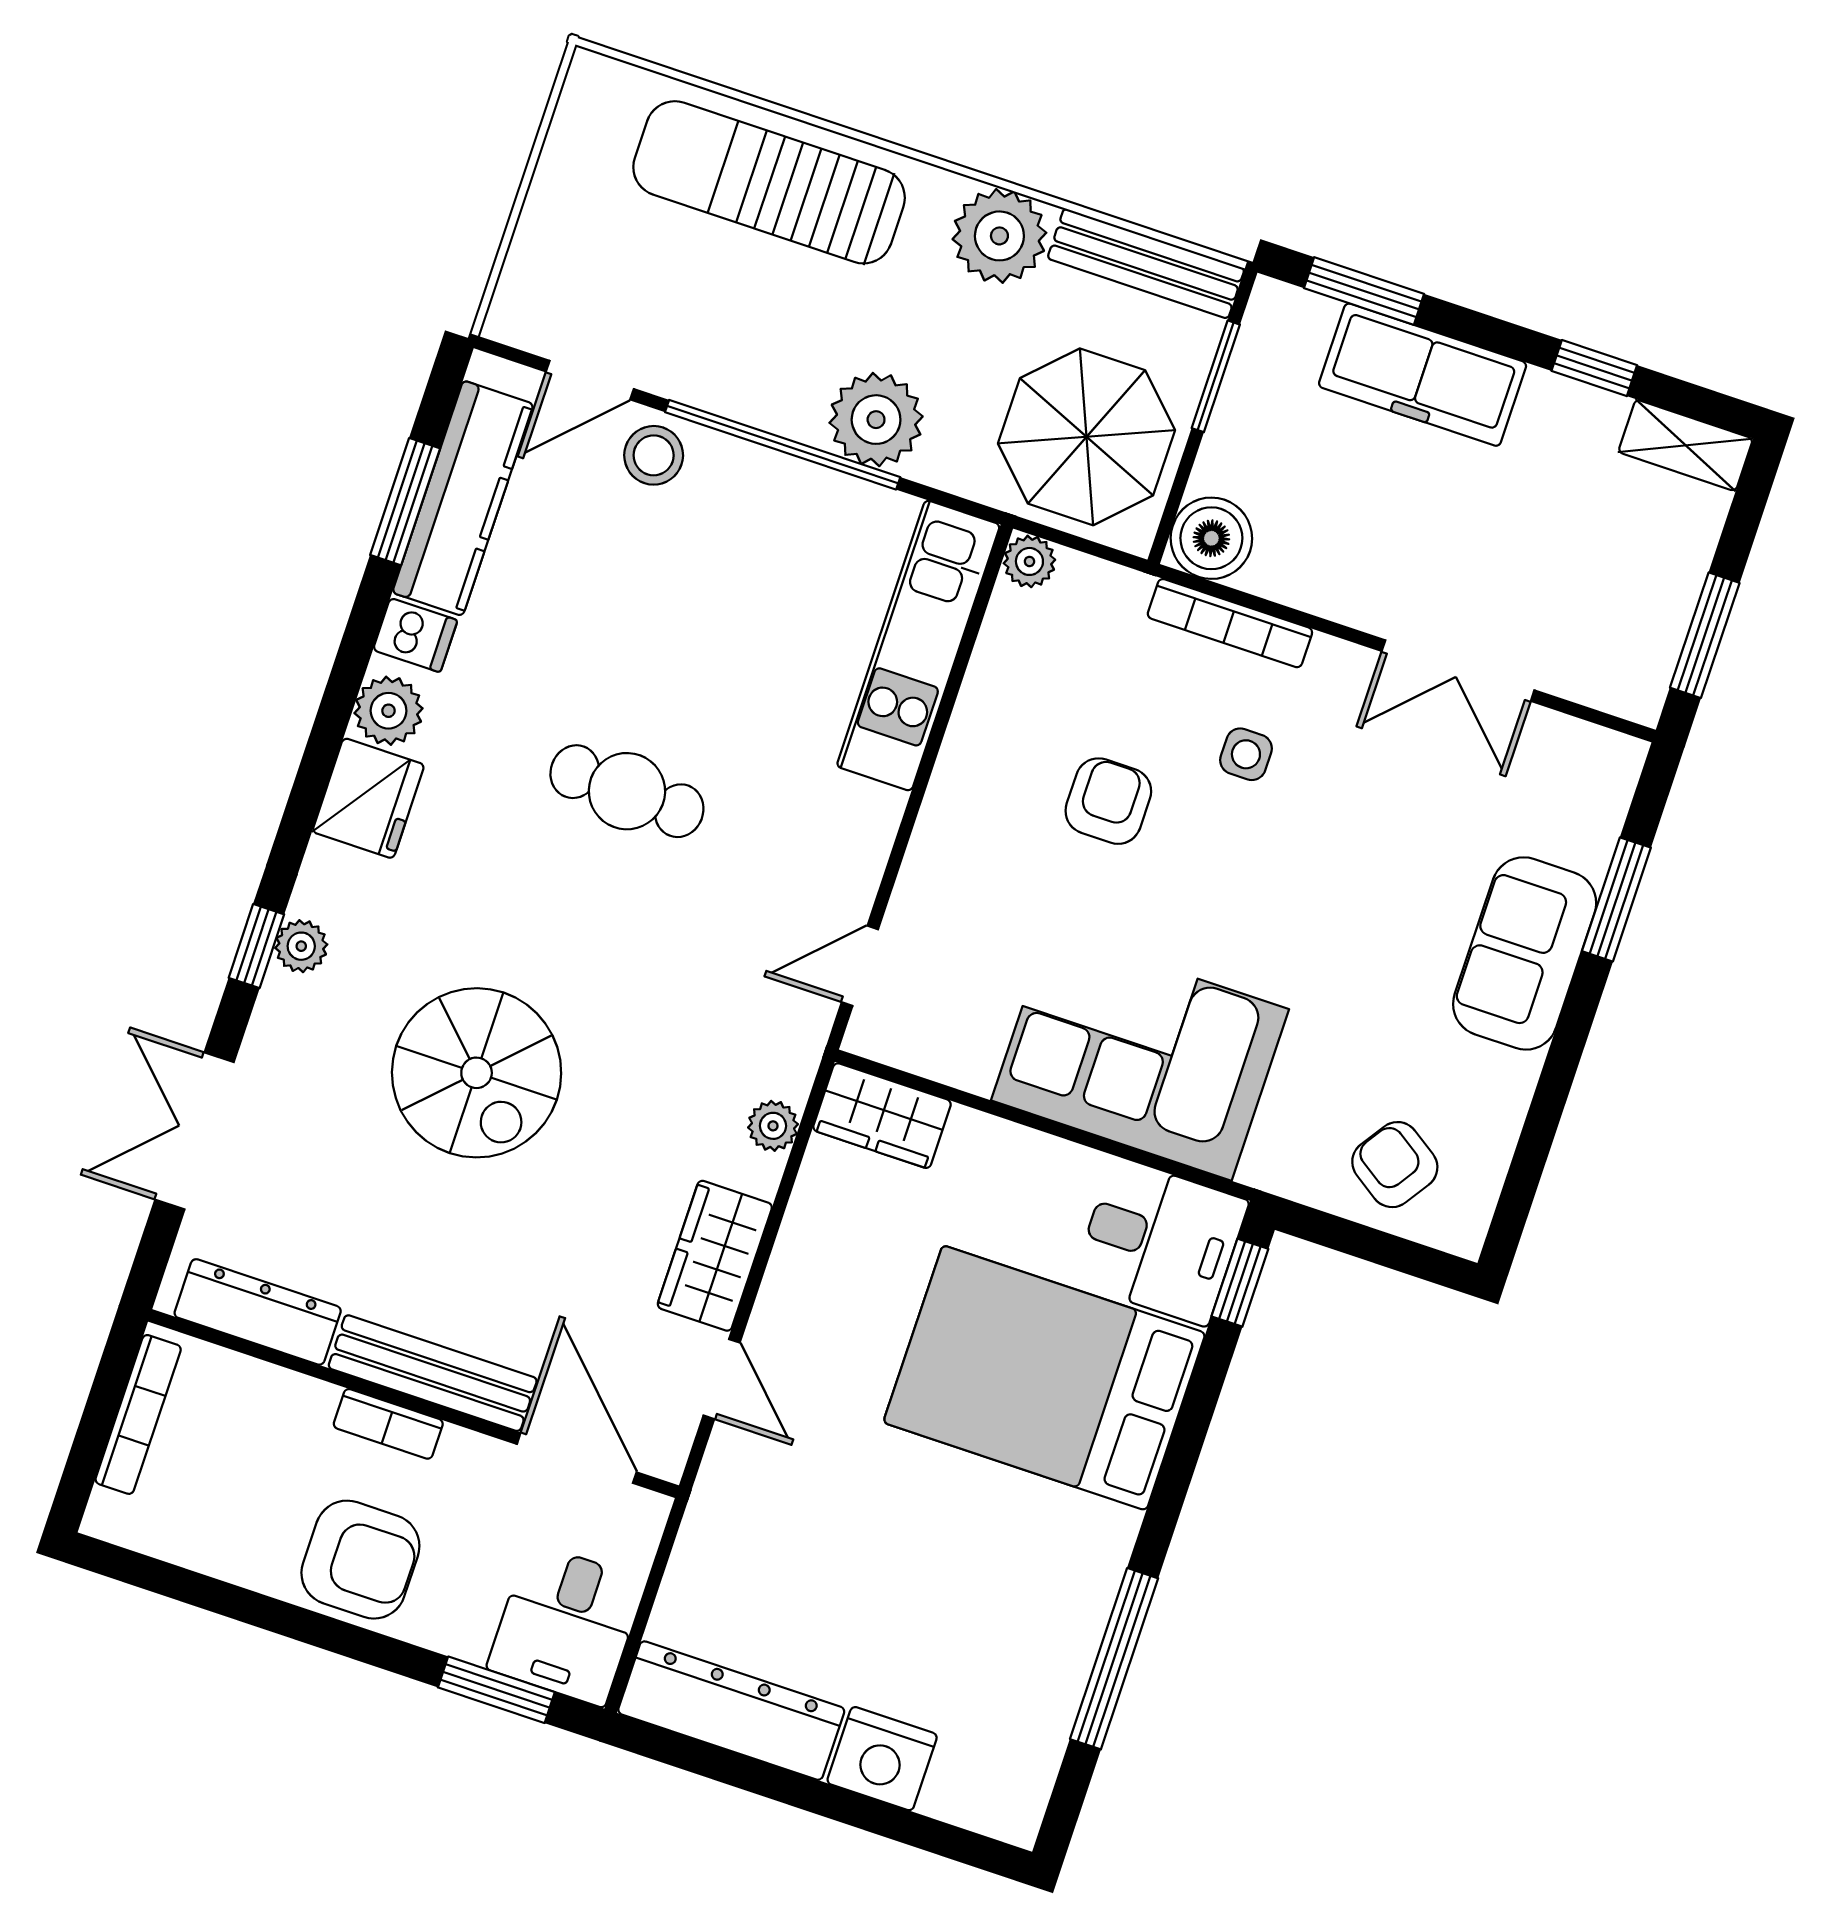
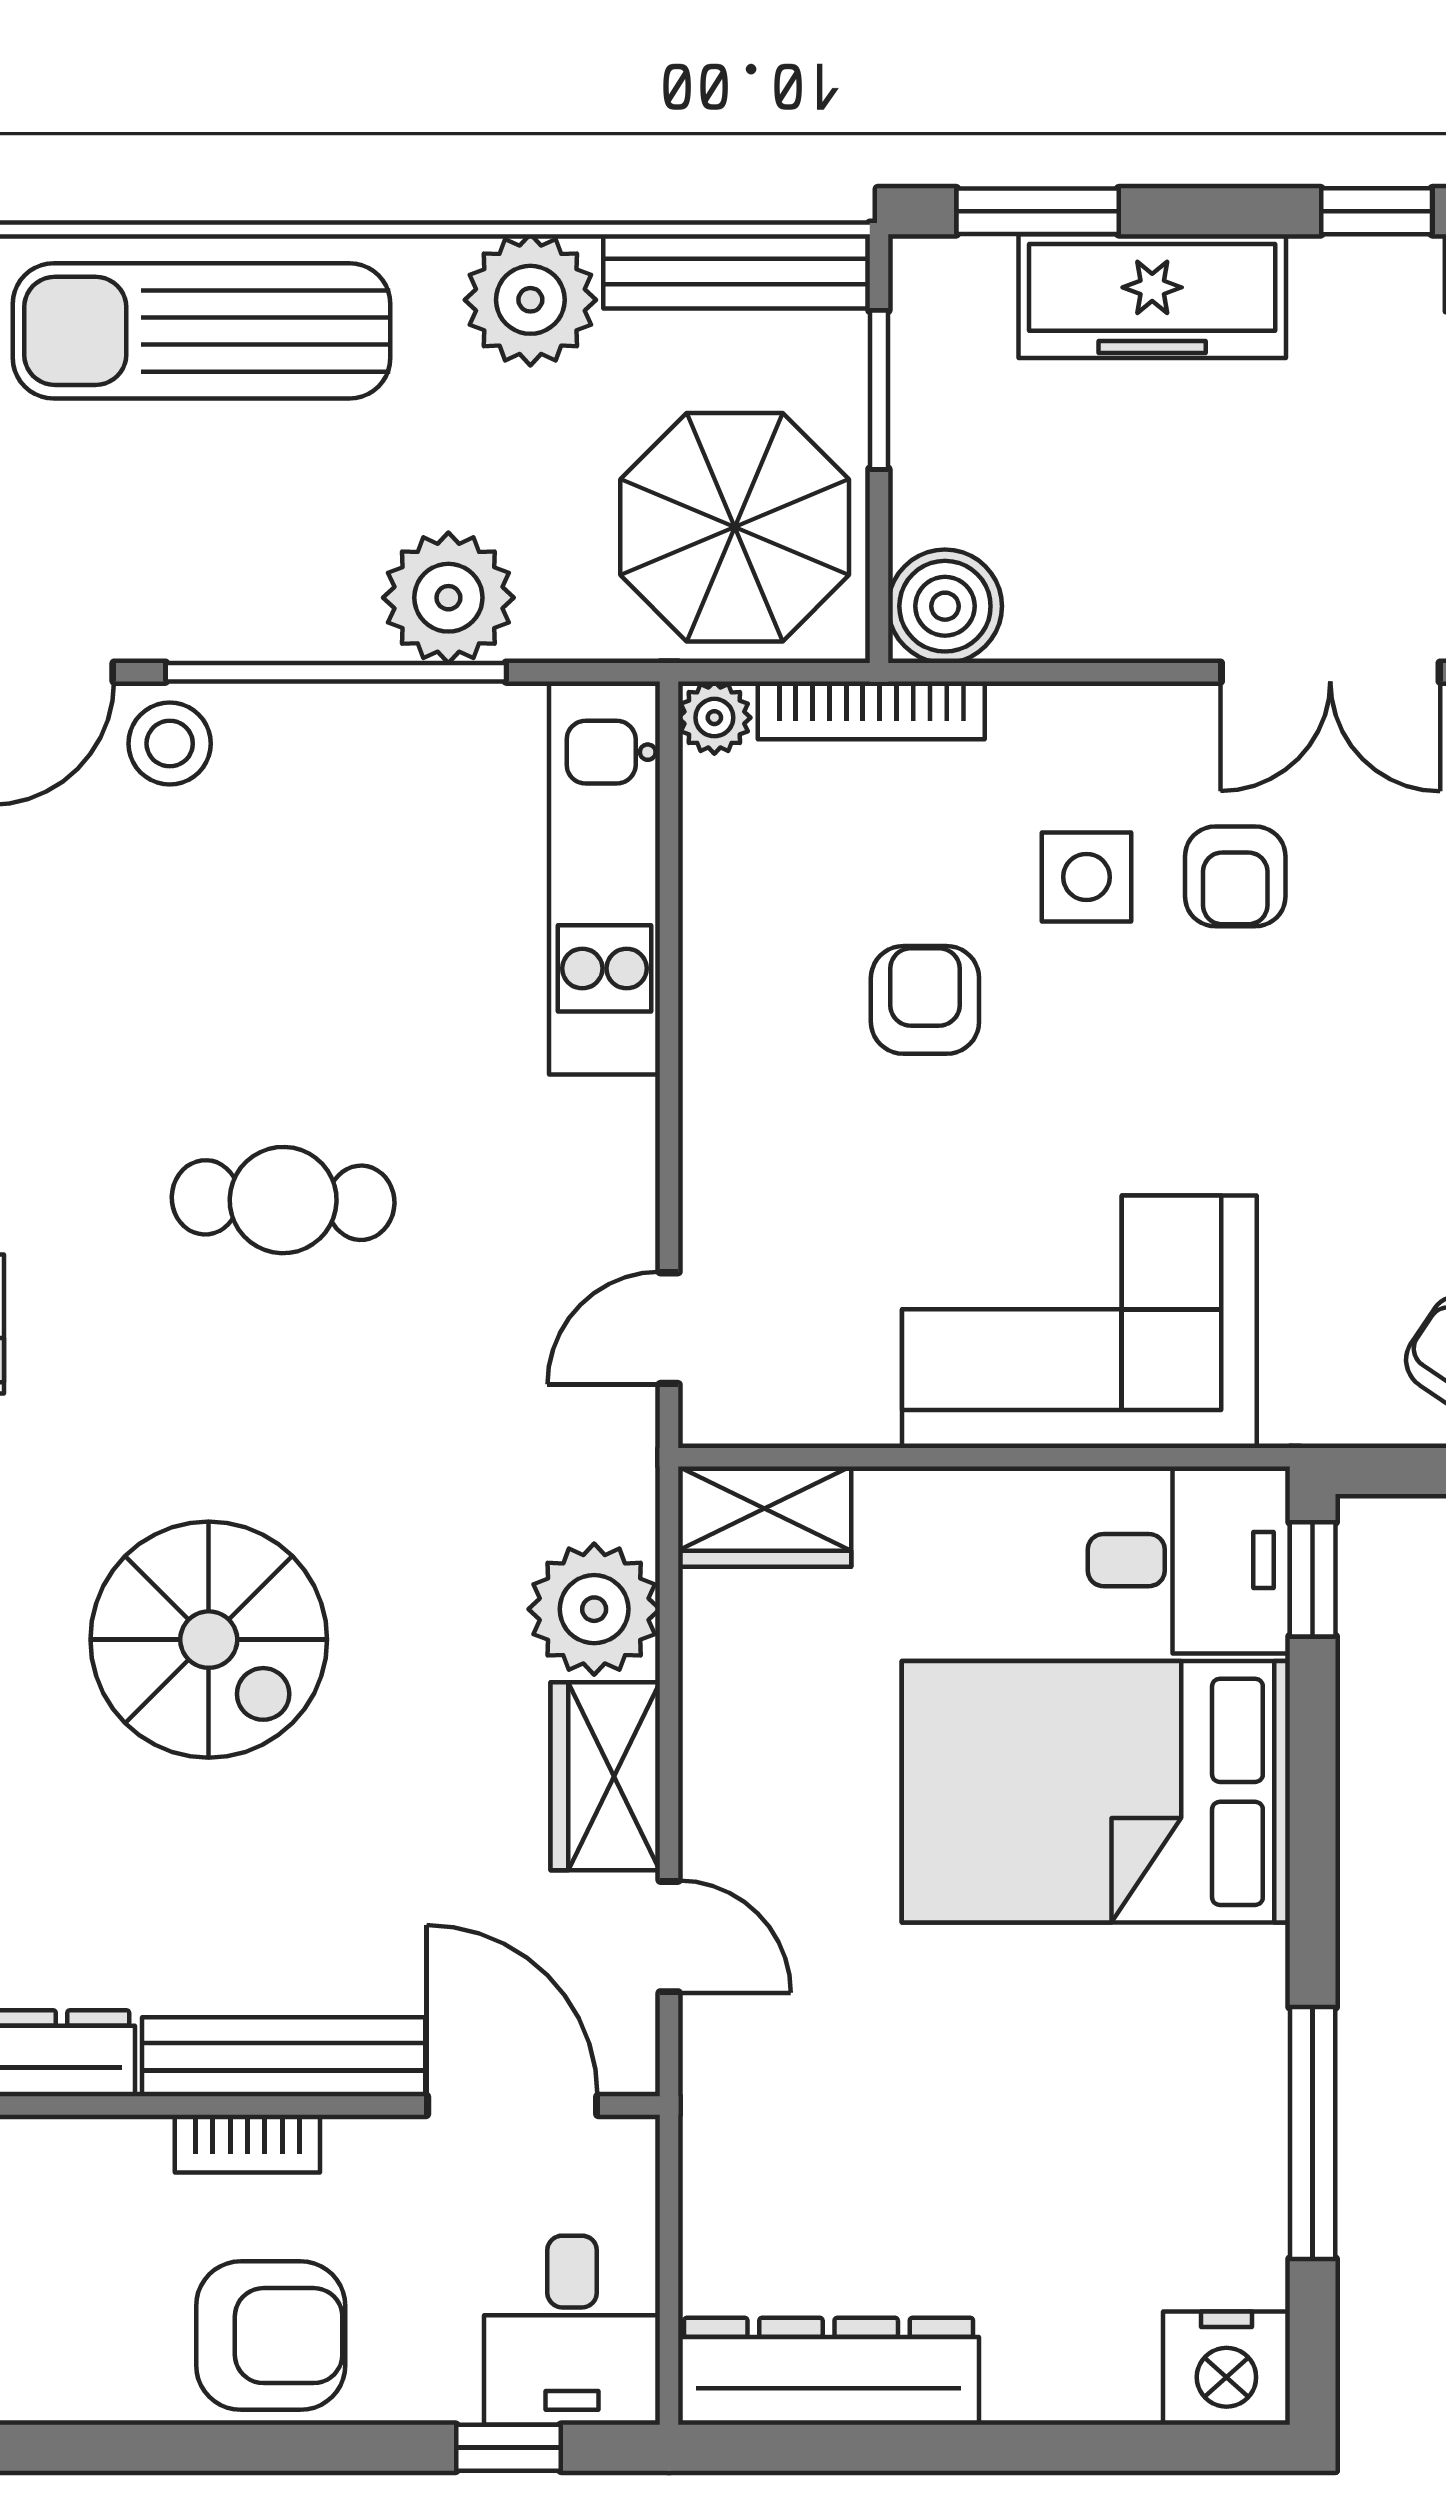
bookcase: (1230, 623) -> (871, 710), moved
side table: (1246, 754) -> (1086, 877), width x1.37, depth x1.37
armchair: (1347, 788) -> (1235, 876), added
plant: (773, 1126) -> (594, 1609), width x1.88, depth x1.88
window: (496, 1690) -> (508, 2448), width x0.67
nightstand: (882, 1759) -> (1226, 2368), moved

